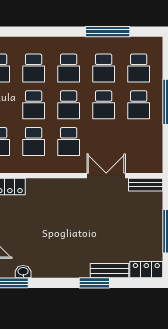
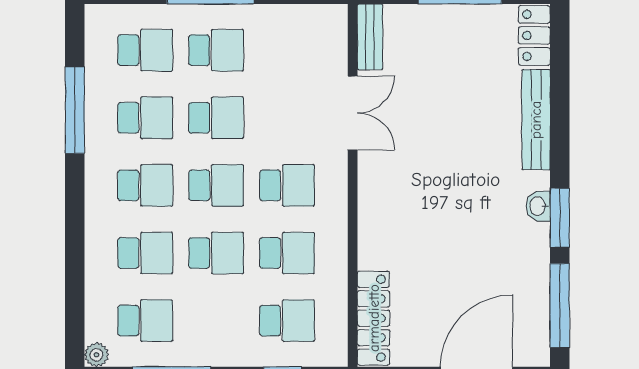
double door: (106, 176) -> (353, 113), swing flipped
bench: (110, 271) -> (536, 120), width x1.36
washbasin: (23, 272) -> (538, 206), moved
window: (94, 283) -> (560, 218), moved

